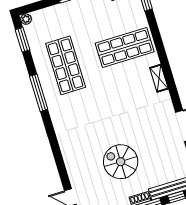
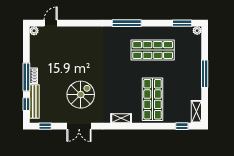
window: (39, 93) -> (127, 23), moved
spiral stairs: (121, 162) -> (81, 95), moved

